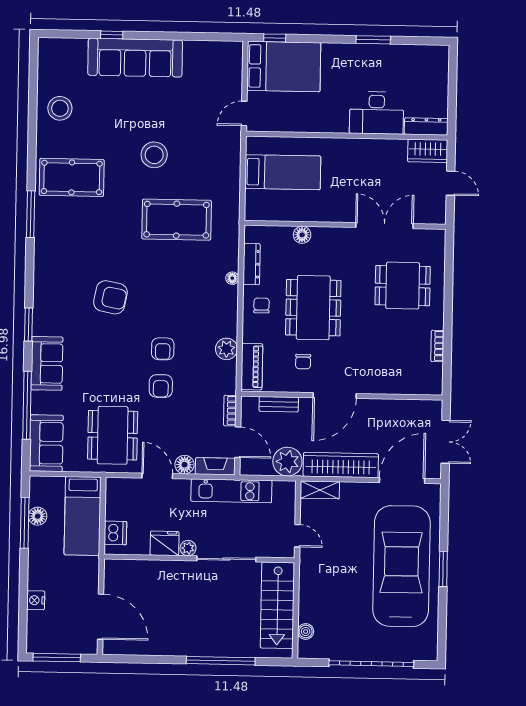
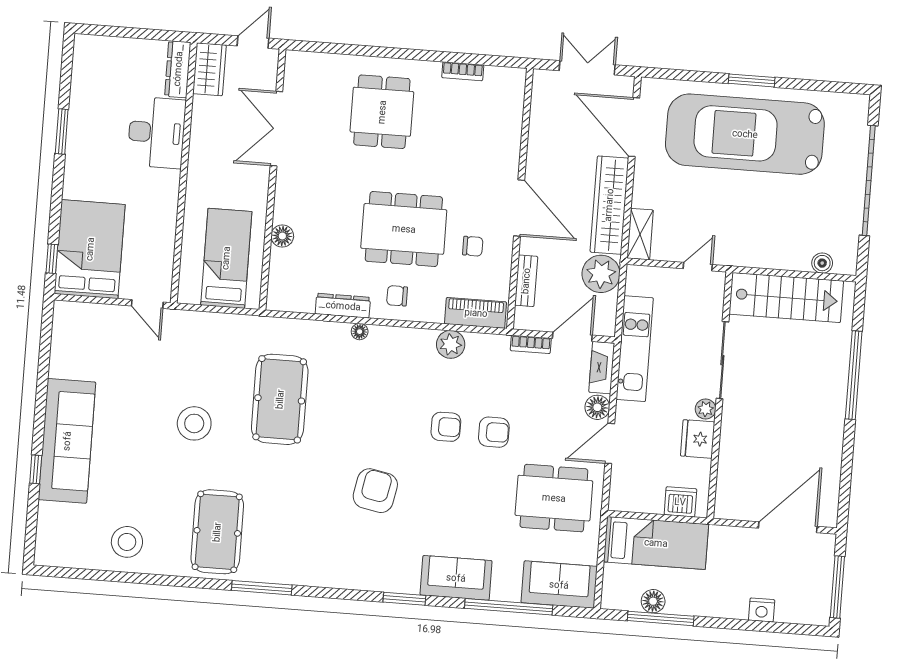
wall: (345, 225) -> (273, 180), moved
double door: (385, 226) -> (276, 129), moved
floor lamp: (302, 235) -> (282, 236), moved

